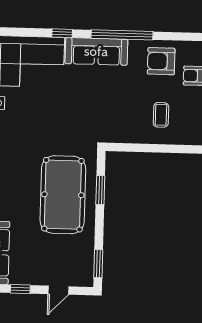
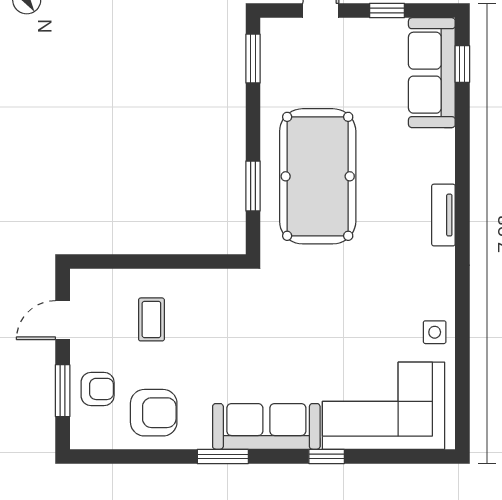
window: (122, 35) -> (223, 456), width x0.47

